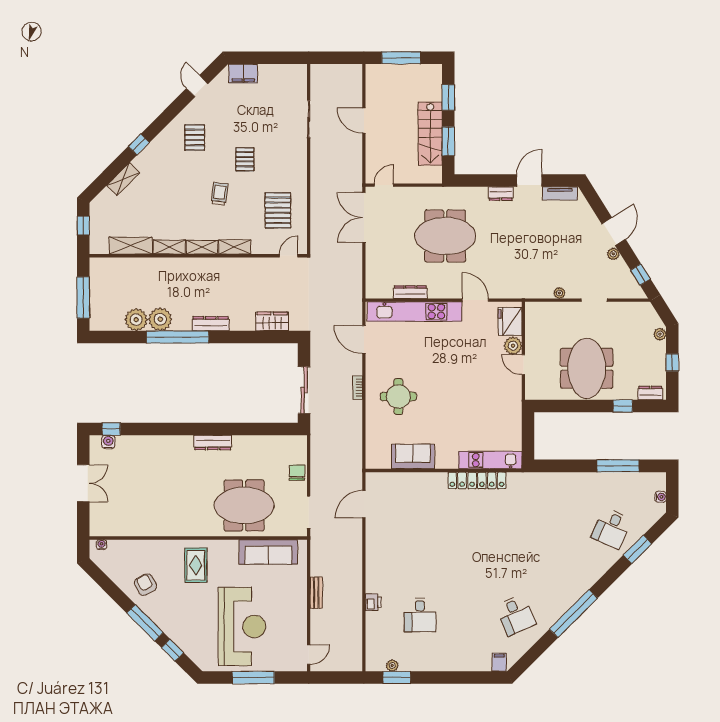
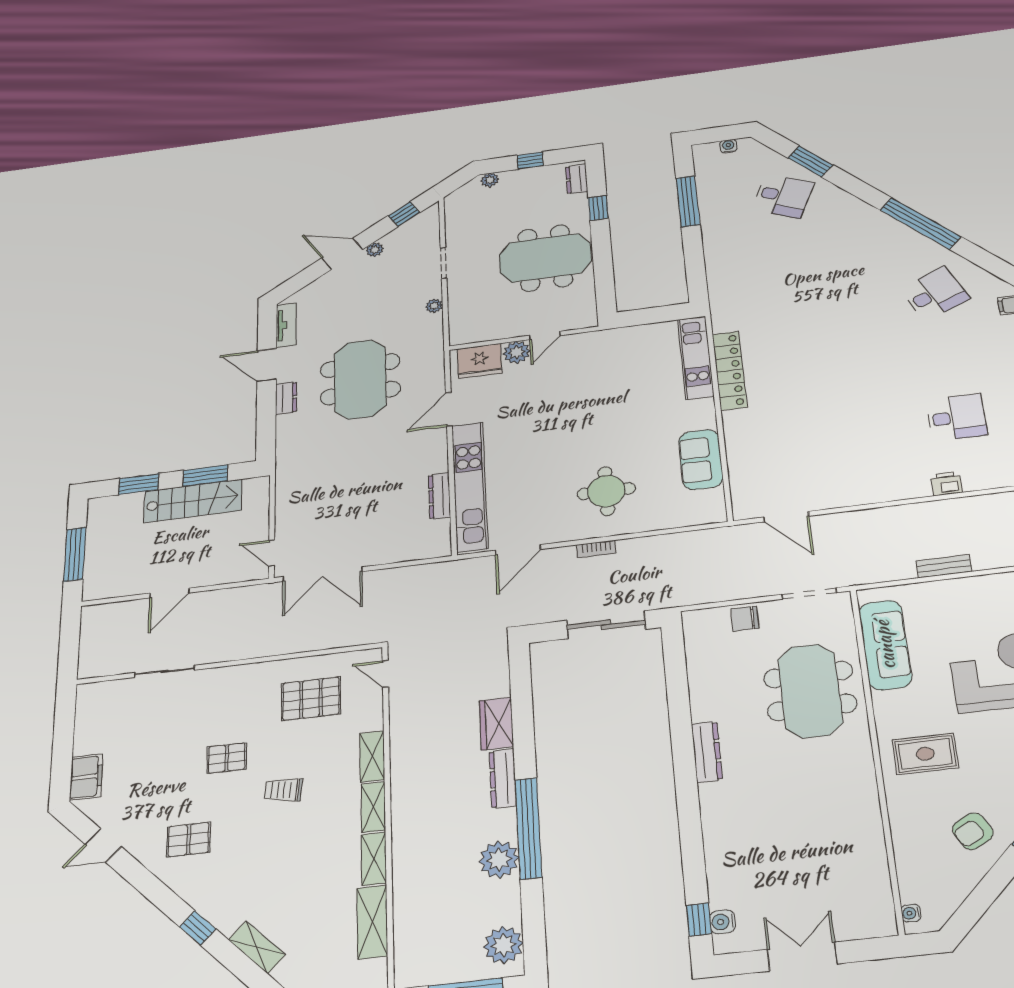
meeting table: (445, 236) -> (360, 379), moved
plant: (136, 320) -> (503, 945), moved
wardrobe: (272, 321) -> (496, 724), moved

